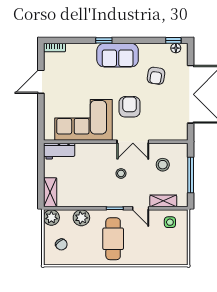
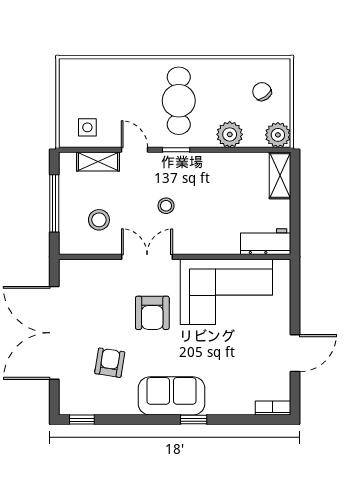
floor lamp: (176, 48) -> (78, 407), removed

